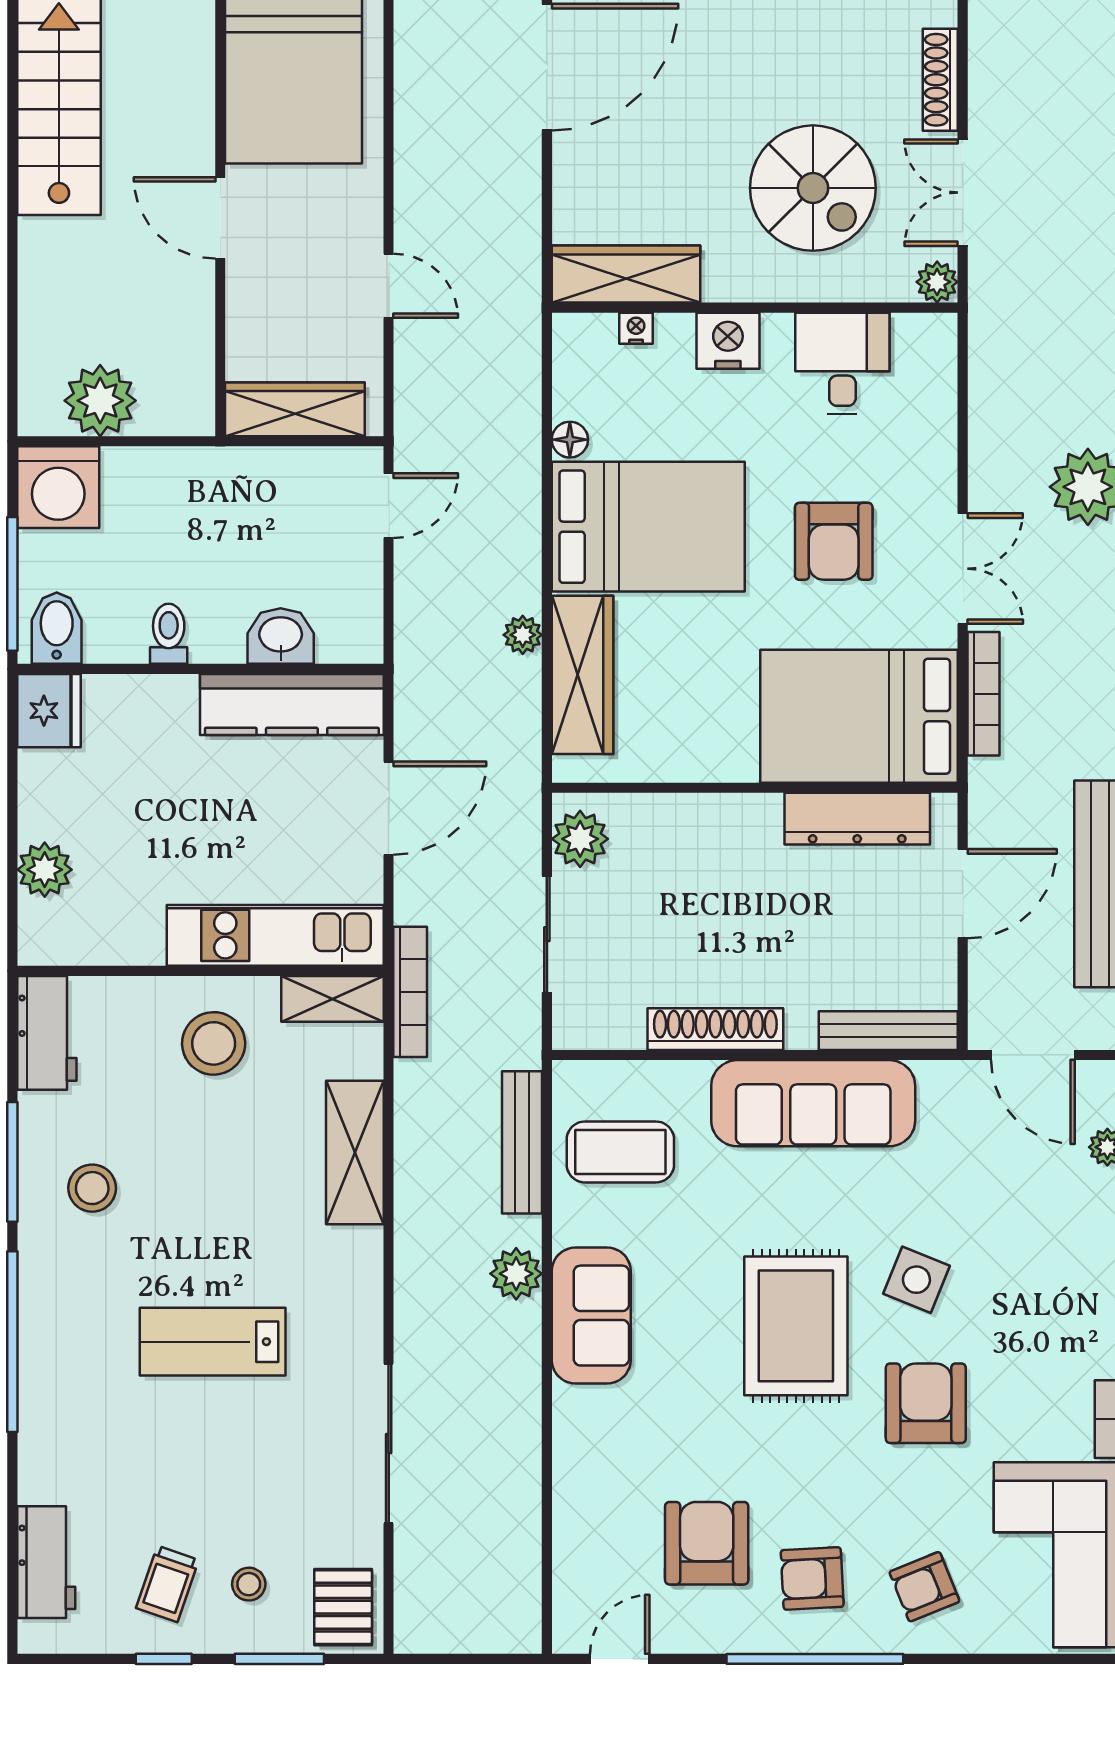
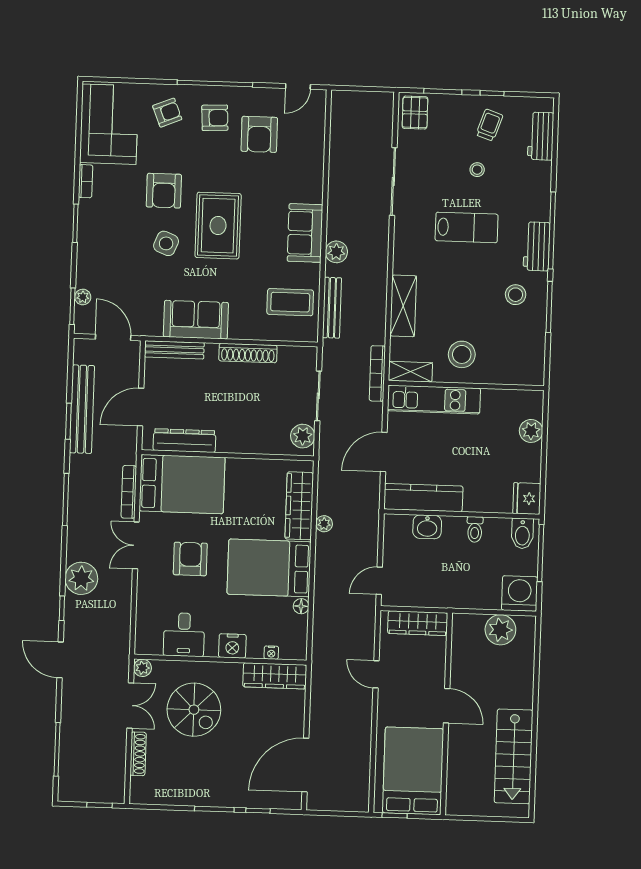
spiral stairs: (813, 188) -> (194, 710), turned 180
workbench: (47, 1033) -> (537, 246), moved
sofa: (813, 1103) -> (196, 320), width x0.73
stool: (249, 1584) -> (477, 170), moved

